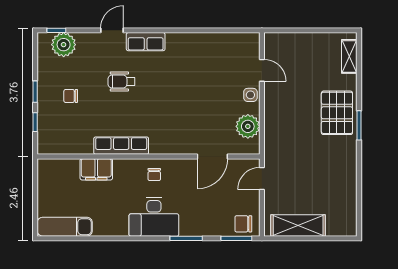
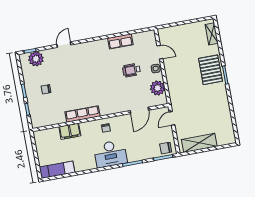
row of seats: (146, 42) -> (120, 41), moved
wheelchair: (121, 81) -> (131, 70), moved

